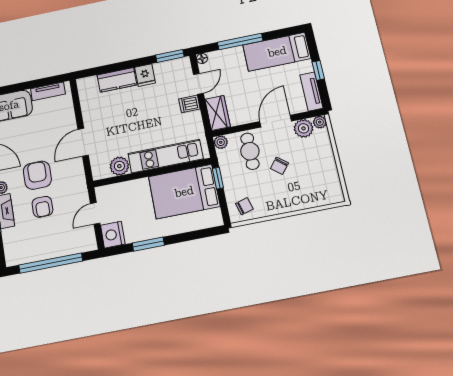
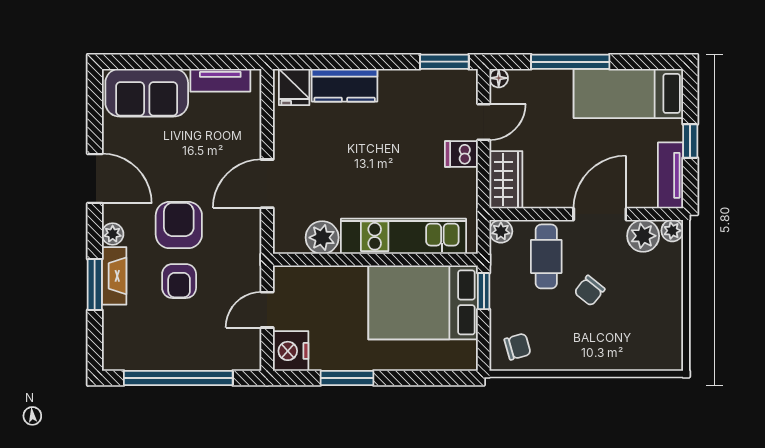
fridge: (145, 75) -> (294, 87), moved

